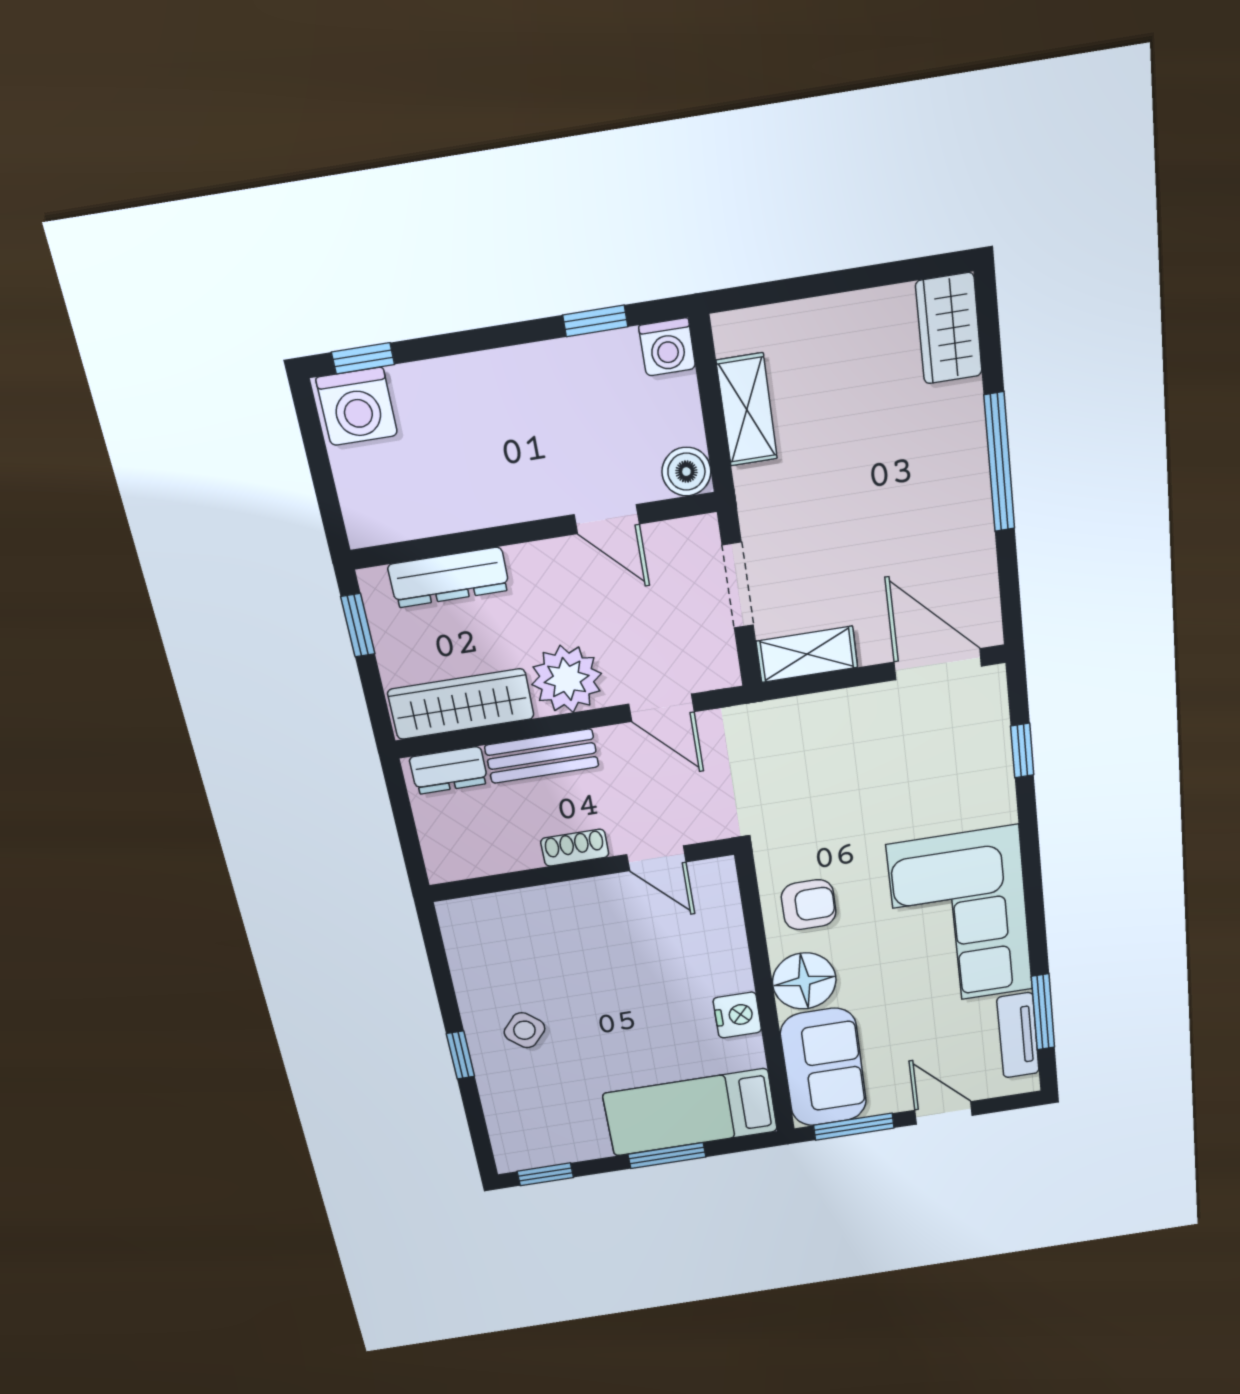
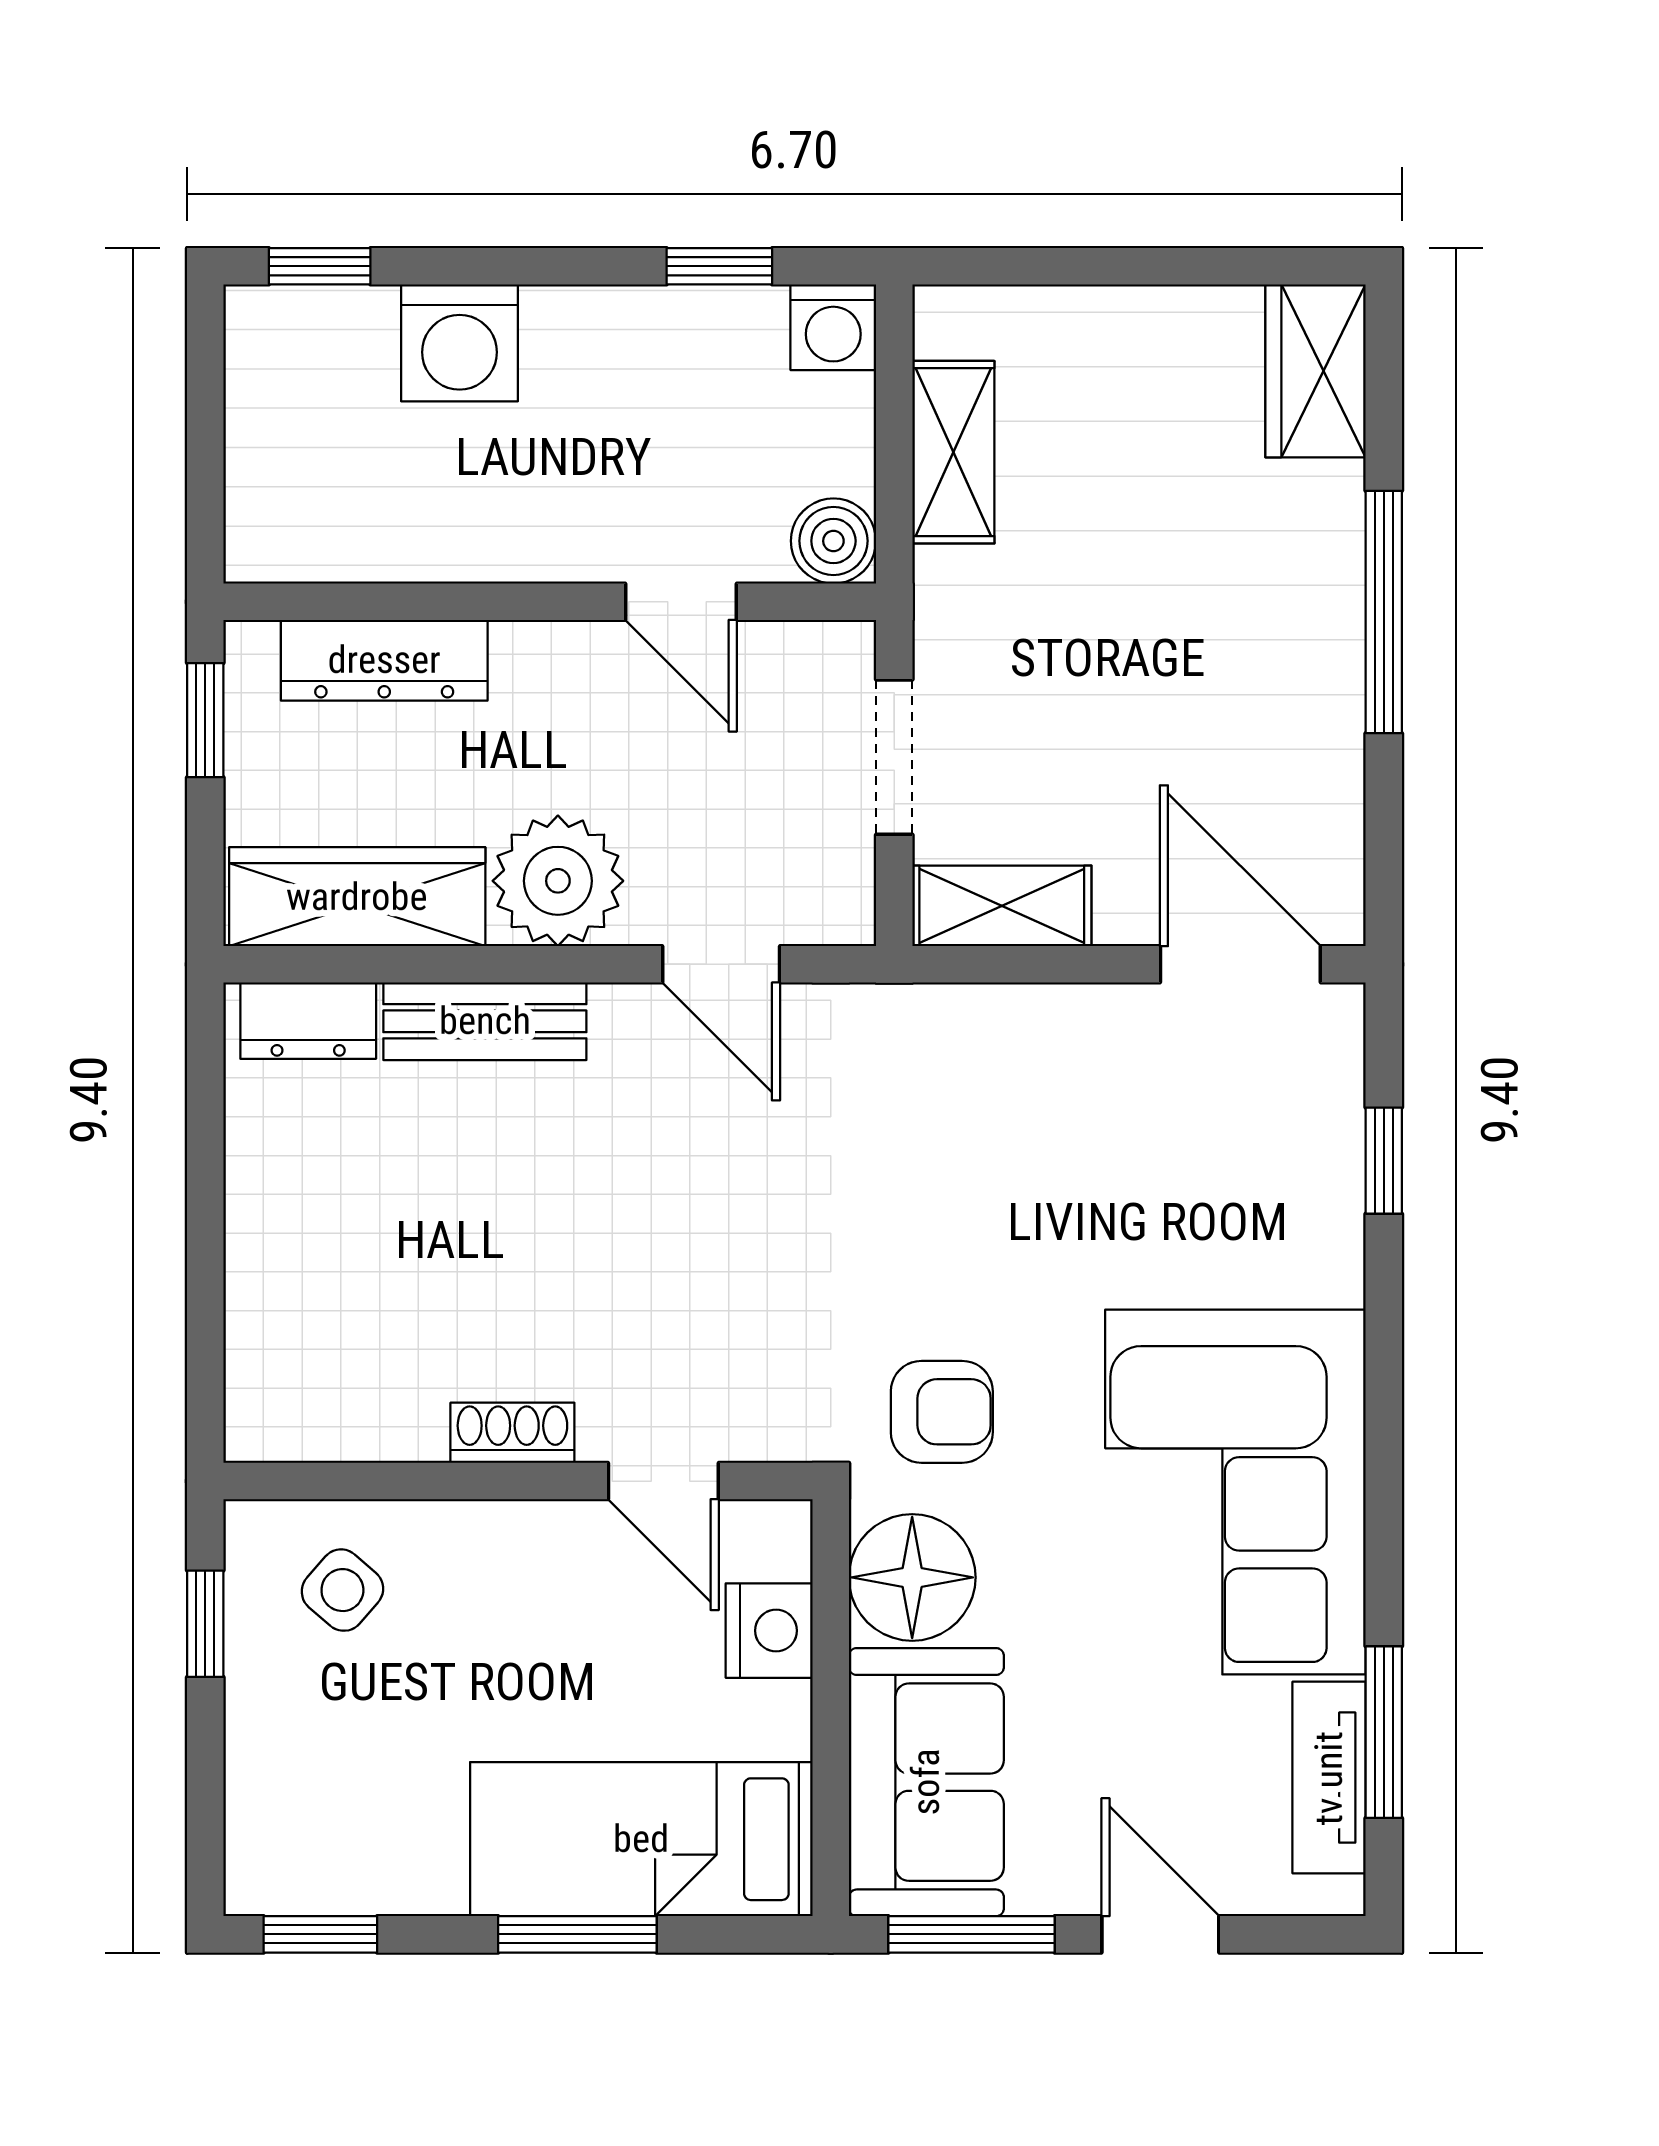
washing machine: (357, 407) -> (460, 343), moved
shoe rack: (575, 848) -> (512, 1433), moved
door: (656, 858) -> (663, 1481), moved
wall: (582, 870) -> (518, 1481), moved

